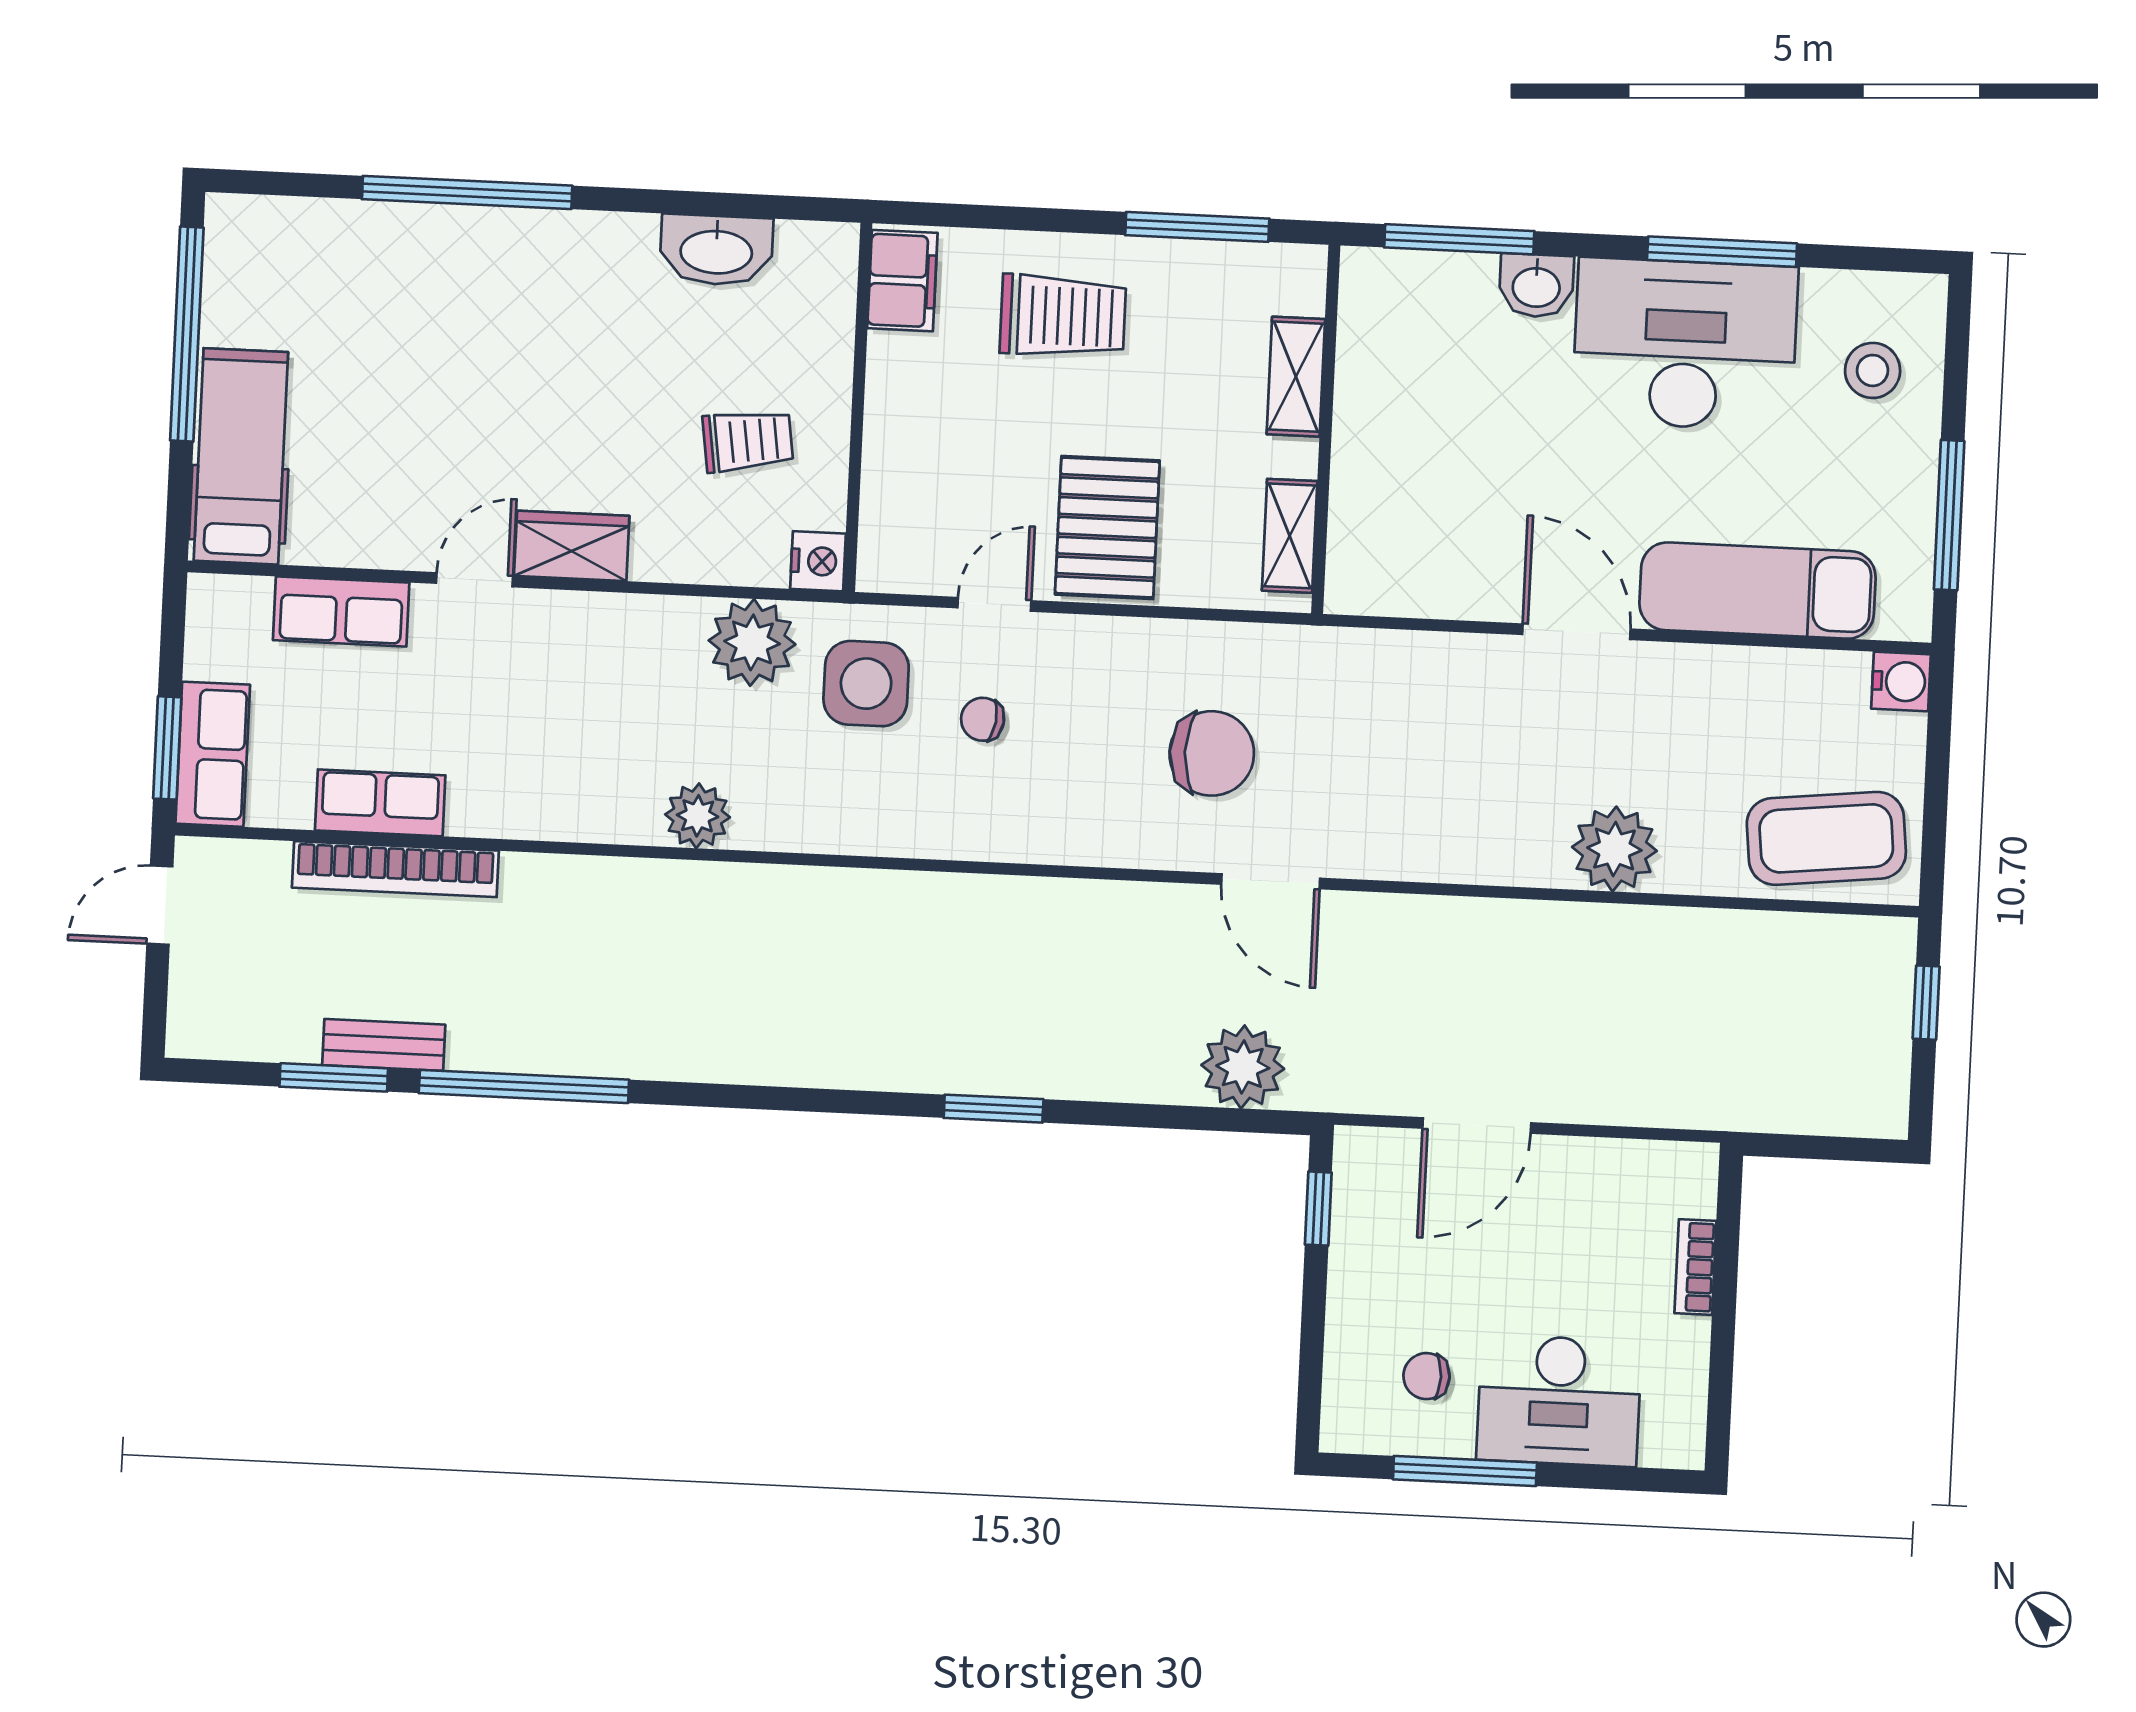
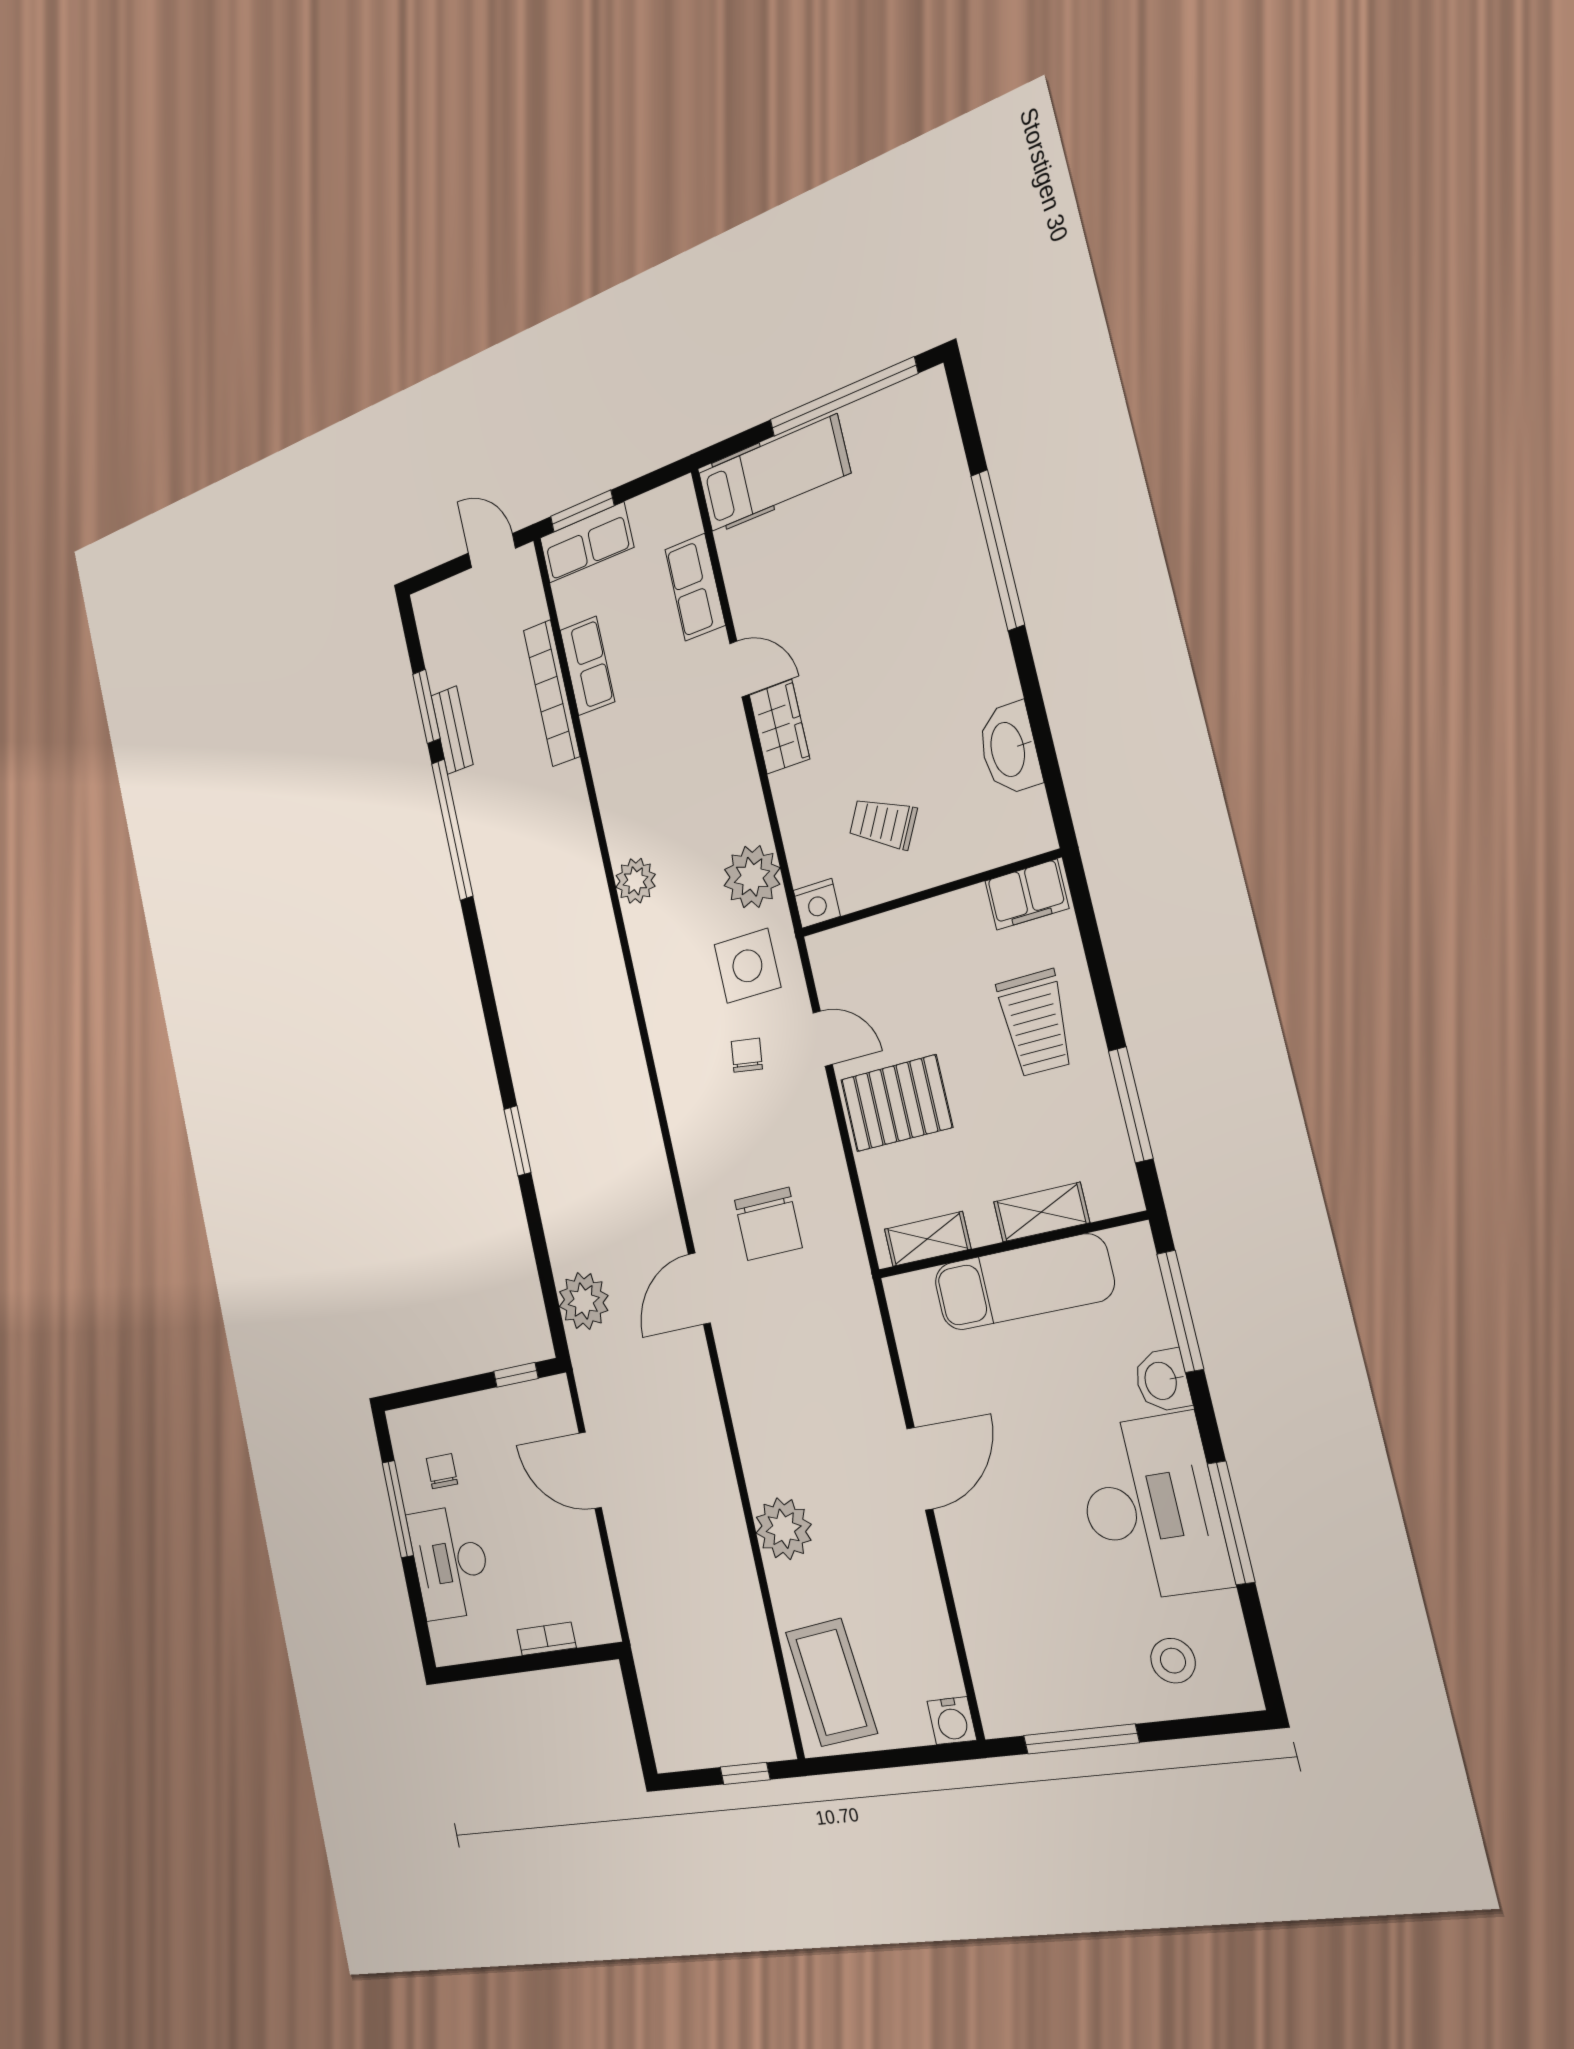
trolley: (748, 441) -> (883, 823), turned 126
exam couch: (1758, 591) -> (1023, 1282), moved, turned 90

